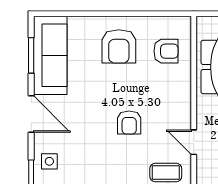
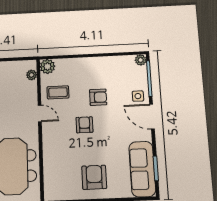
armchair: (166, 51) -> (98, 97), moved, turned 180
door: (31, 114) -> (152, 117), moved

